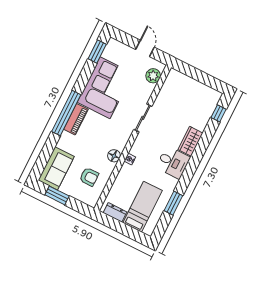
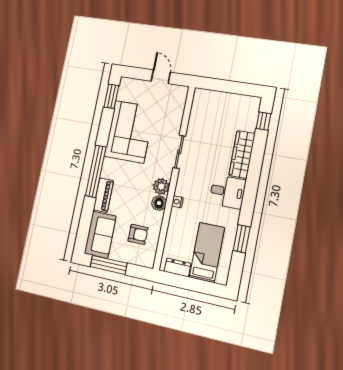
plant: (153, 76) -> (161, 186), moved
piano: (76, 119) -> (103, 195), moved
wardrobe: (190, 141) -> (242, 154), width x1.50
window: (57, 195) -> (109, 265), width x1.44

